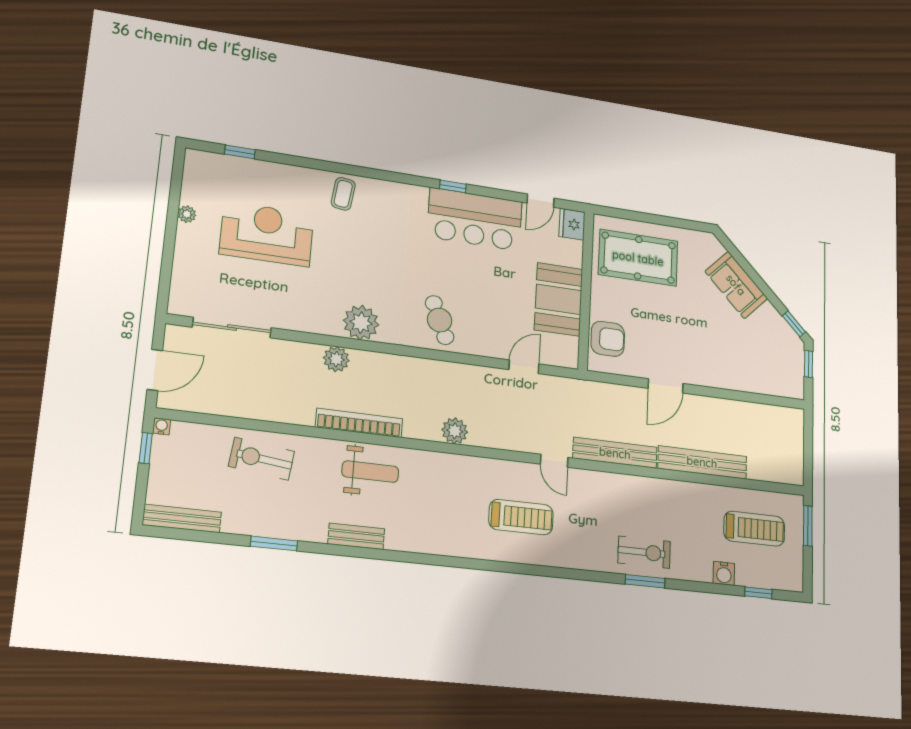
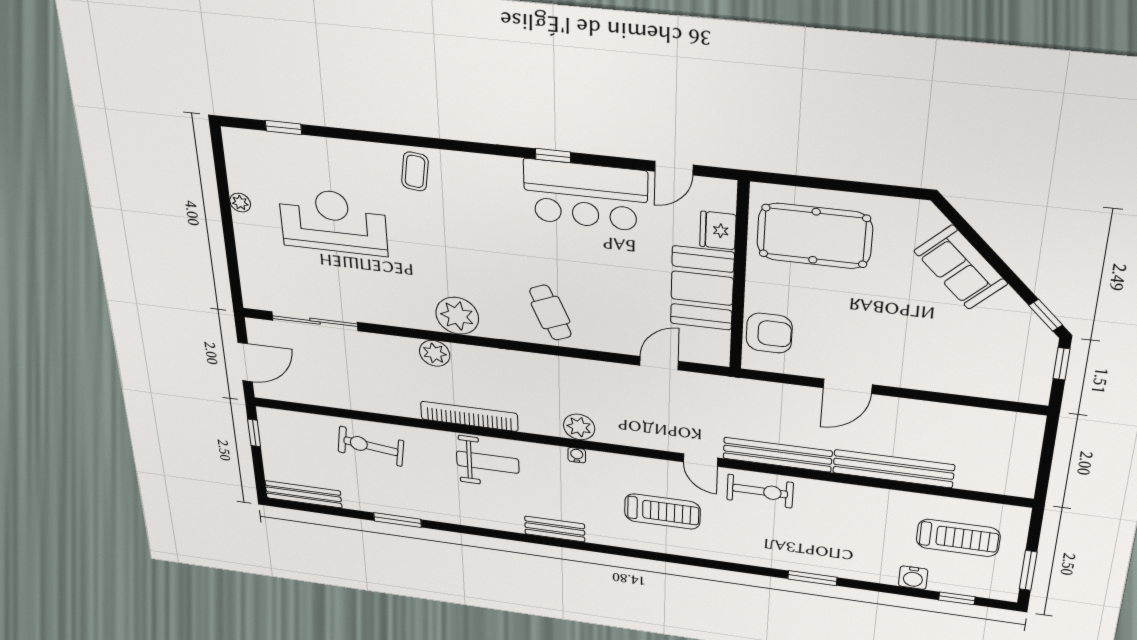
fridge: (572, 224) -> (718, 230), moved
water cooler: (162, 426) -> (577, 455), moved
window: (808, 526) -> (1028, 571), moved
bench: (356, 536) -> (555, 529), moved
exercise bike: (644, 552) -> (760, 491), moved

